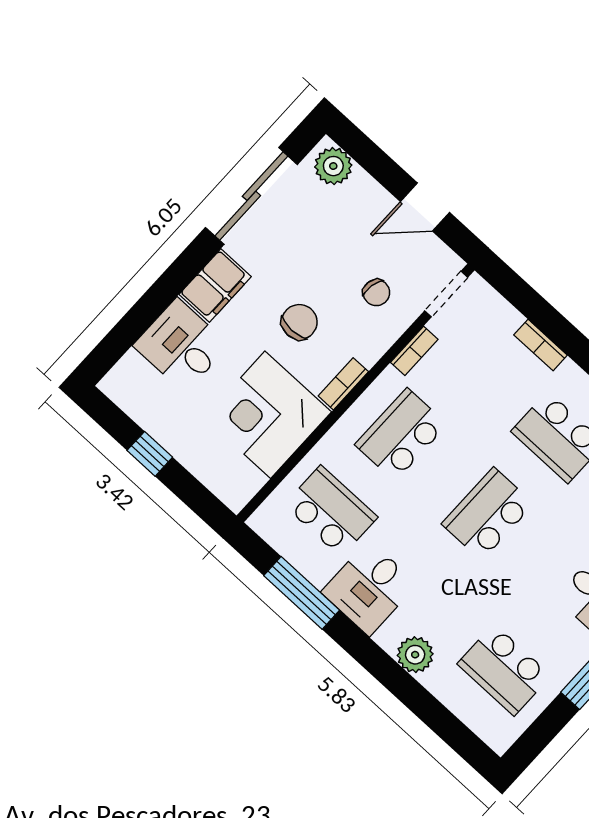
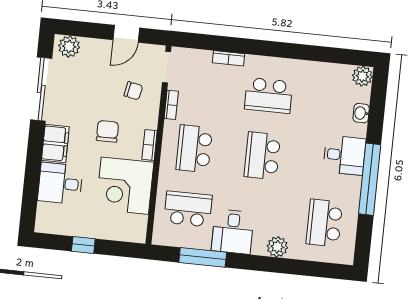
school desk: (504, 670) -> (324, 223), turned 90

